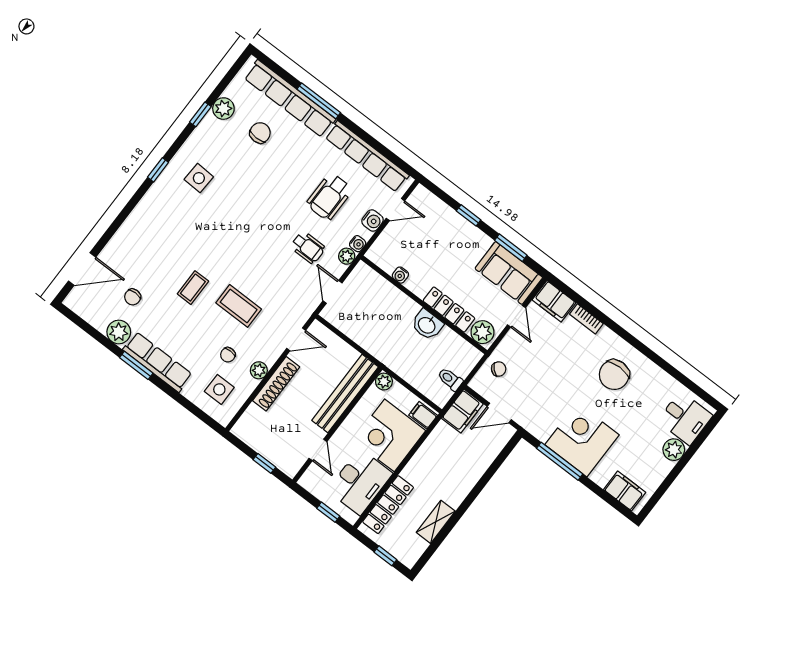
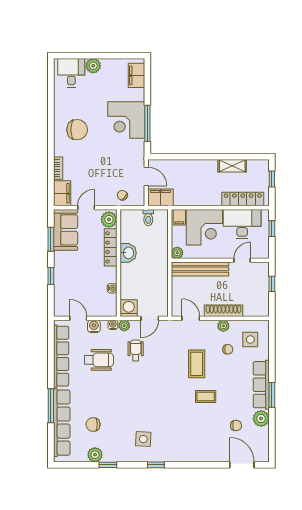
washing machine: (363, 277) -> (129, 308), added

